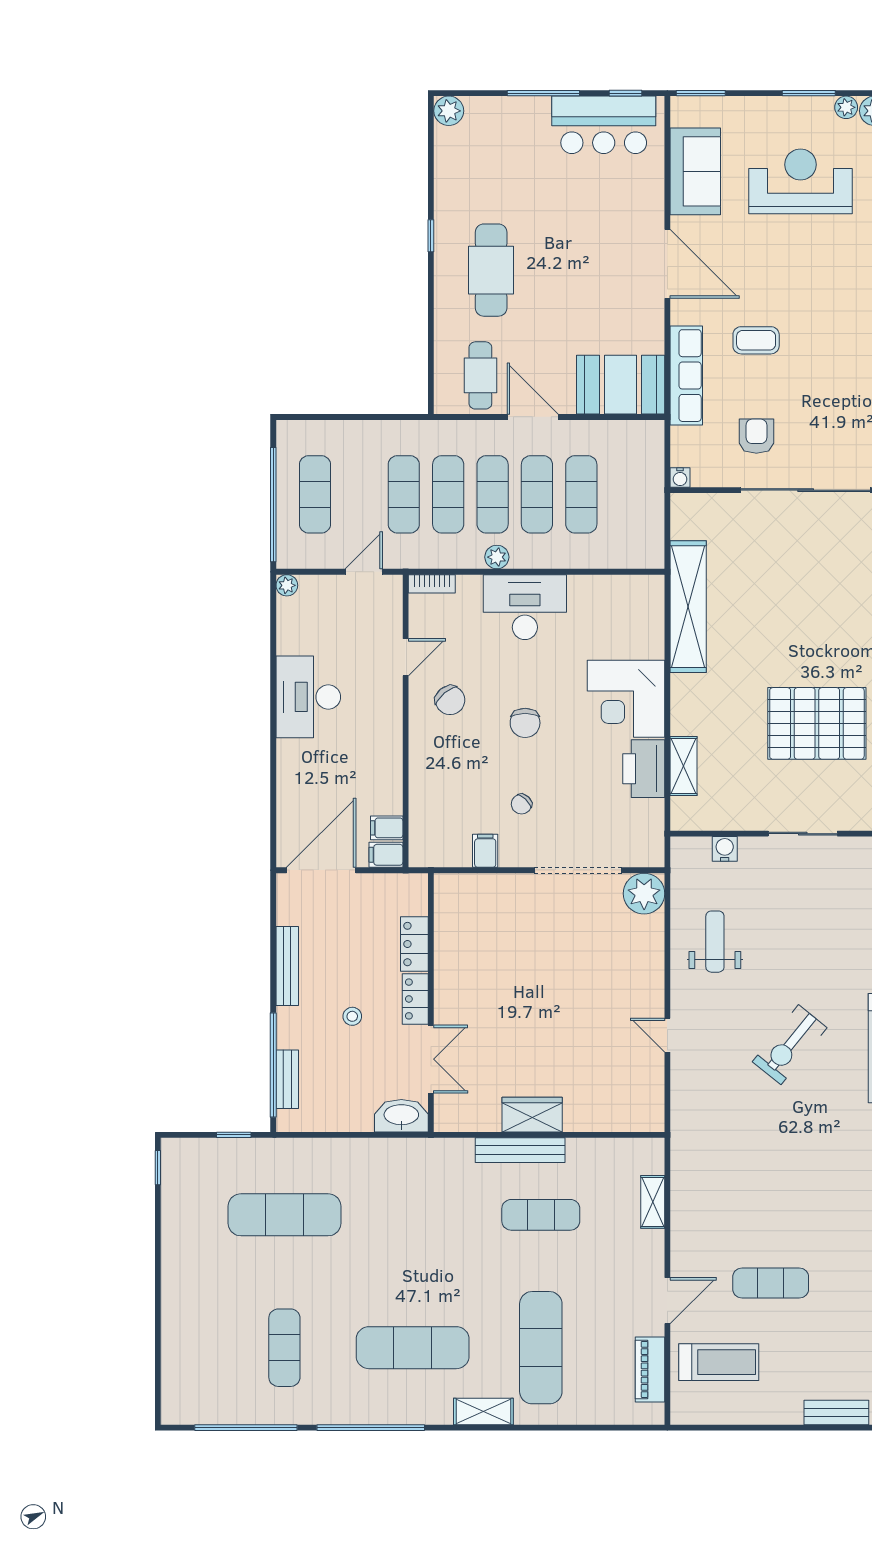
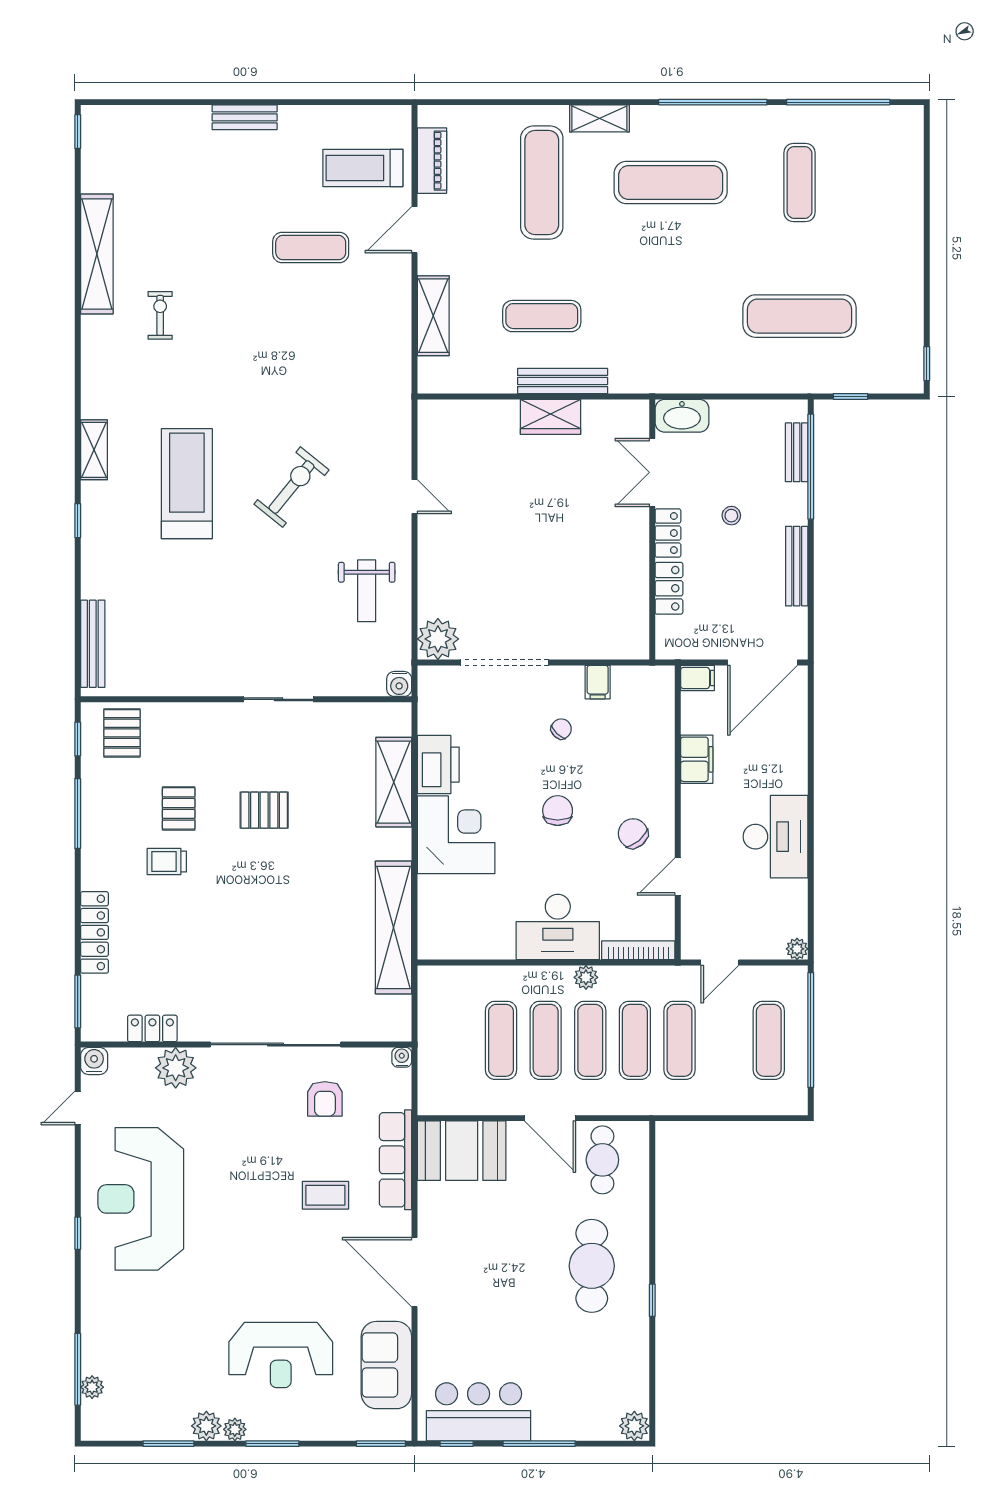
bookcase: (432, 584) -> (638, 950), width x1.56
pallet: (817, 723) -> (264, 810), width x0.49, depth x0.50
shelving: (684, 766) -> (394, 782), width x1.50, depth x1.33
filing cabinet: (387, 828) -> (697, 759), moved, width x2.00
water cooler: (725, 849) -> (399, 684), moved
shelving: (653, 1202) -> (433, 316), width x1.50, depth x1.33

